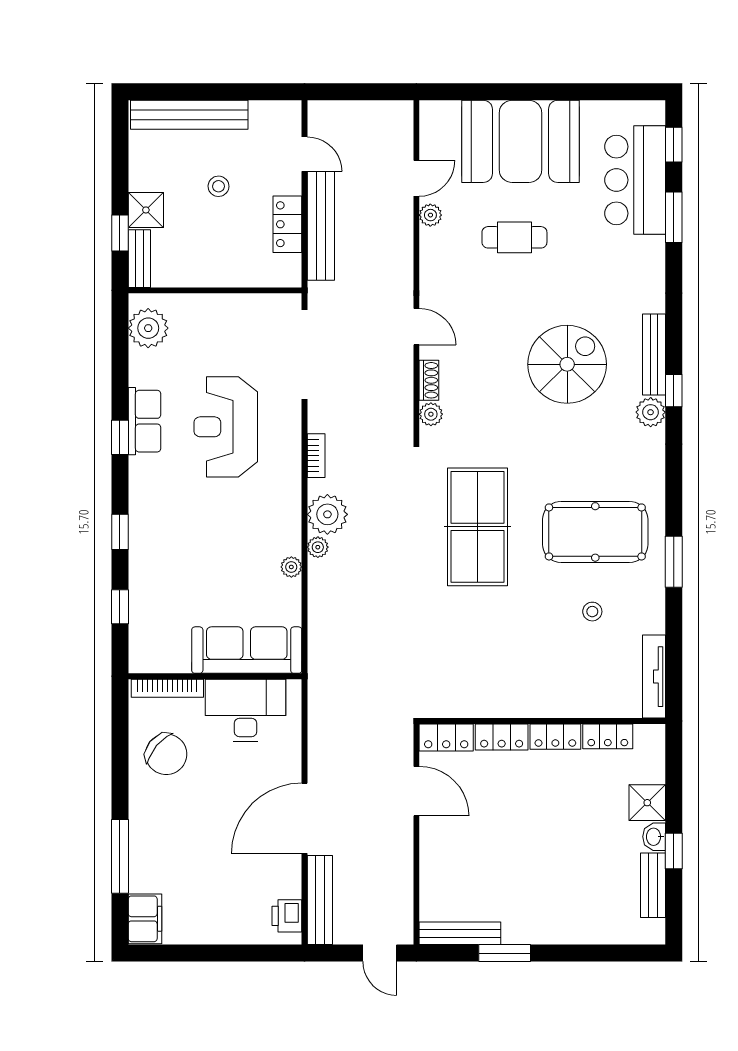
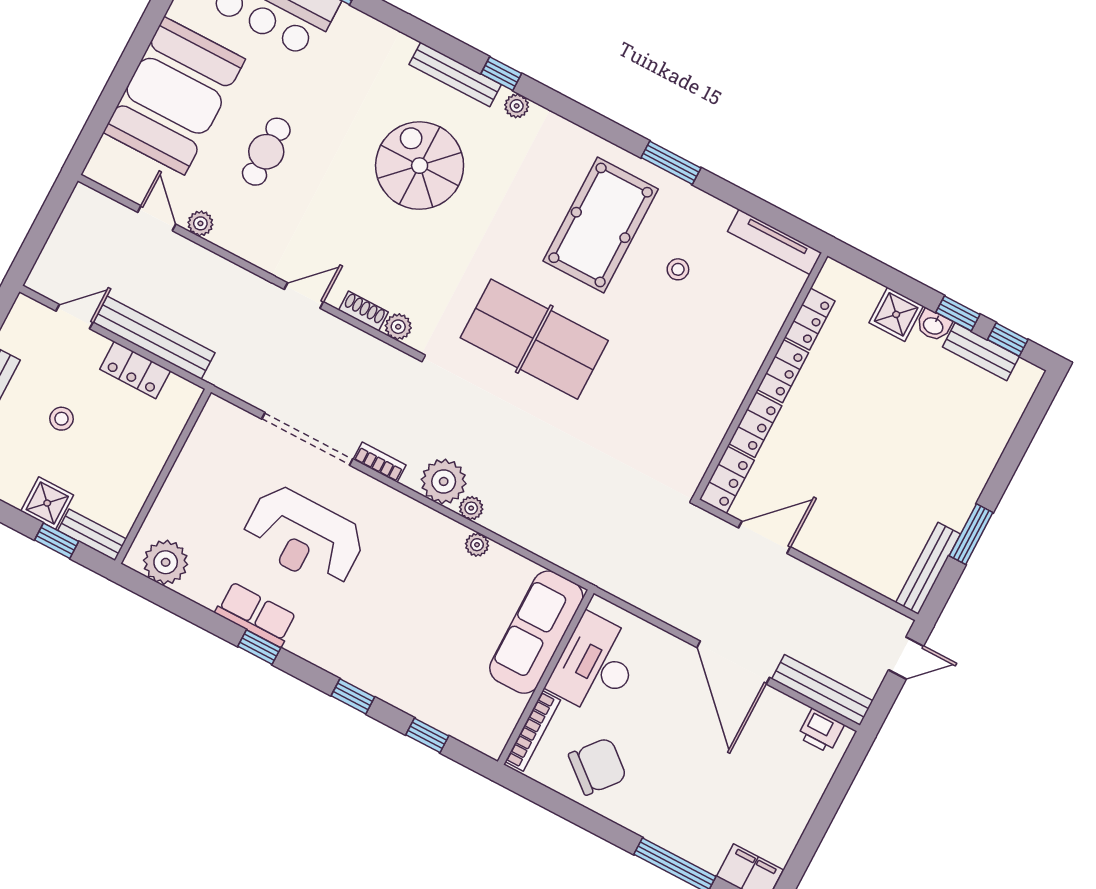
doorway: (305, 354) -> (307, 439), moved
plant: (651, 412) -> (517, 106), width x0.73, depth x0.73
window: (674, 901) -> (1008, 340), added

